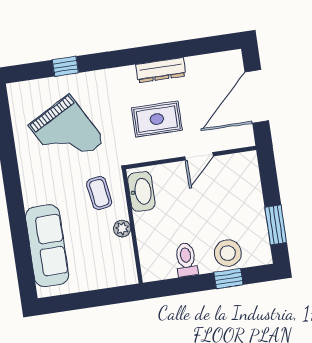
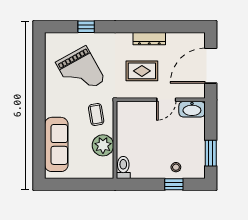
washbasin: (141, 192) -> (192, 109), moved, turned 90
plant: (122, 229) -> (103, 145), width x1.87, depth x1.87
stool: (228, 253) -> (176, 167), width x0.53, depth x0.53
toilet: (186, 260) -> (123, 167), moved

